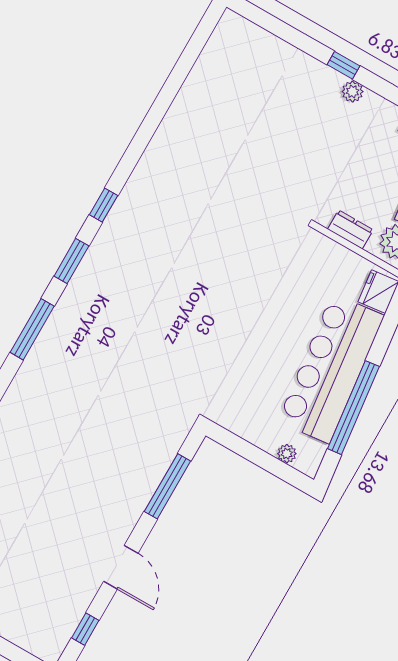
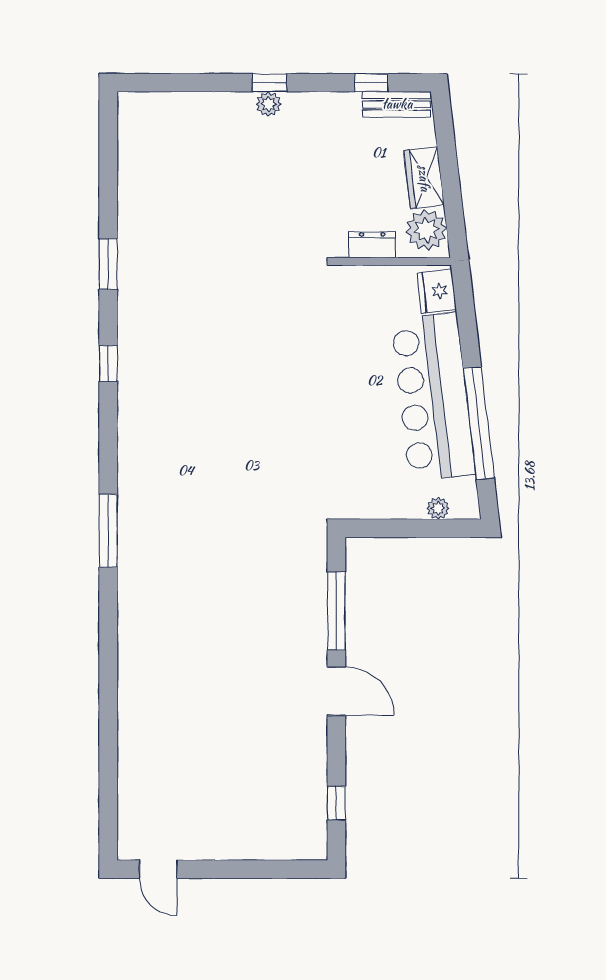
plant: (353, 92) -> (268, 104), moved
window: (71, 261) -> (108, 264), moved
door: (121, 567) -> (336, 691), moved

